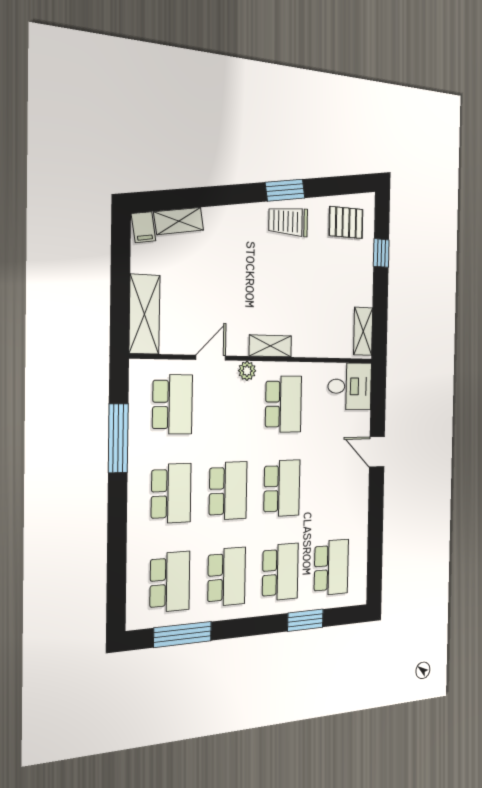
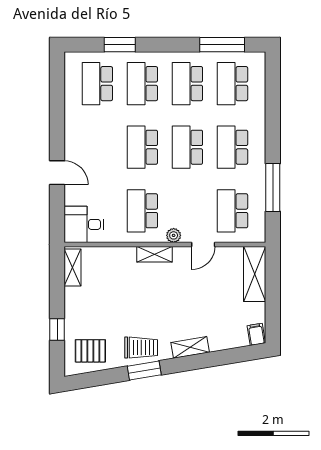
shelving: (179, 221) -> (190, 347), moved

